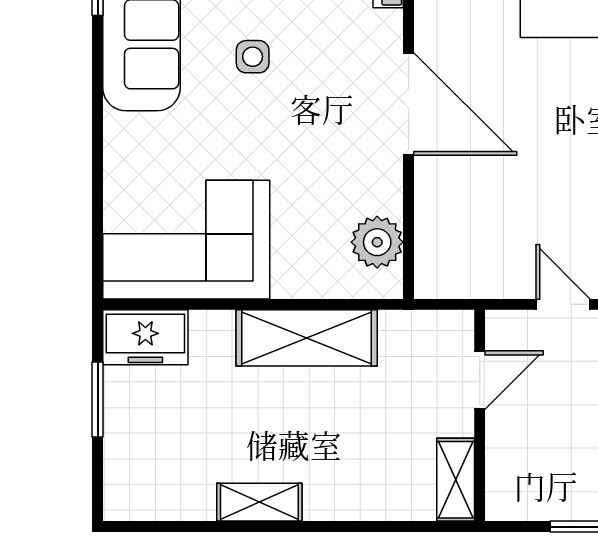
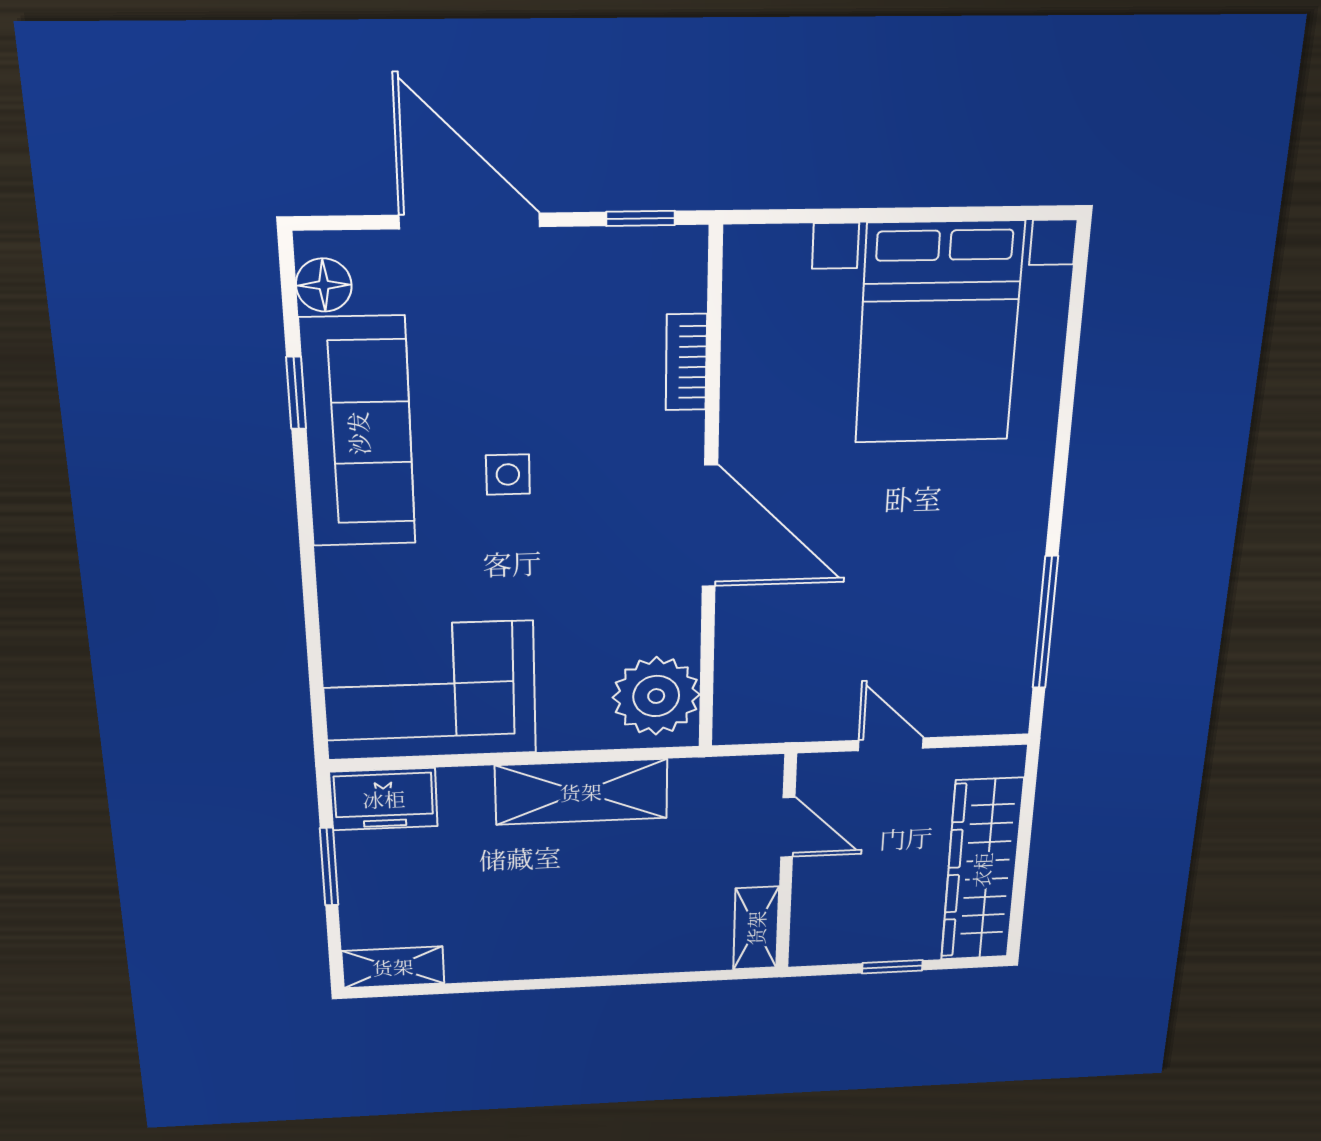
plant: (377, 242) -> (656, 696), width x1.36, depth x1.36
door: (480, 380) -> (788, 827), hinge flipped
shelving: (259, 502) -> (393, 967), moved

